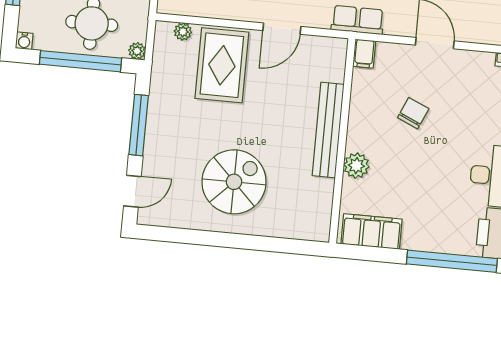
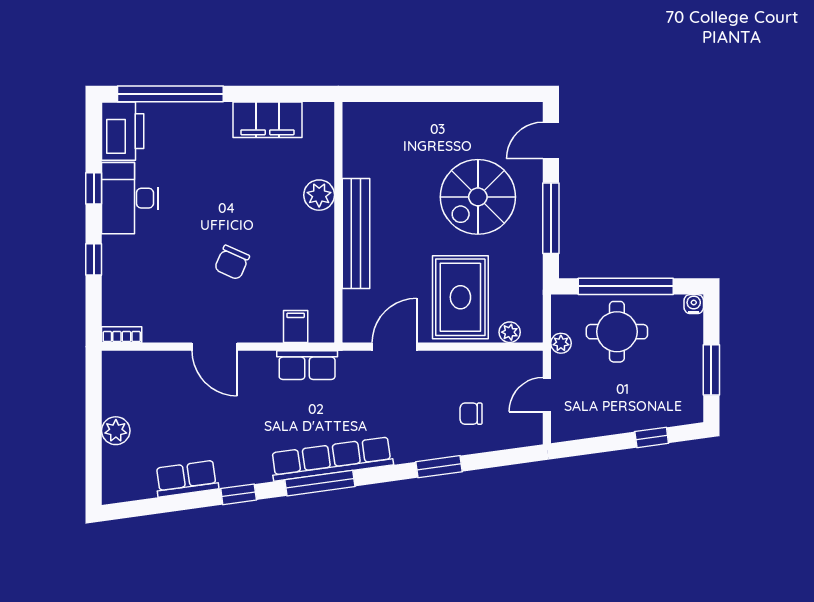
plant: (137, 51) -> (561, 343), moved
bench: (328, 130) -> (356, 234), moved
wall: (342, 141) -> (338, 222), moved
plant: (356, 166) -> (319, 195), moved
spiral stairs: (234, 182) -> (478, 197), moved

